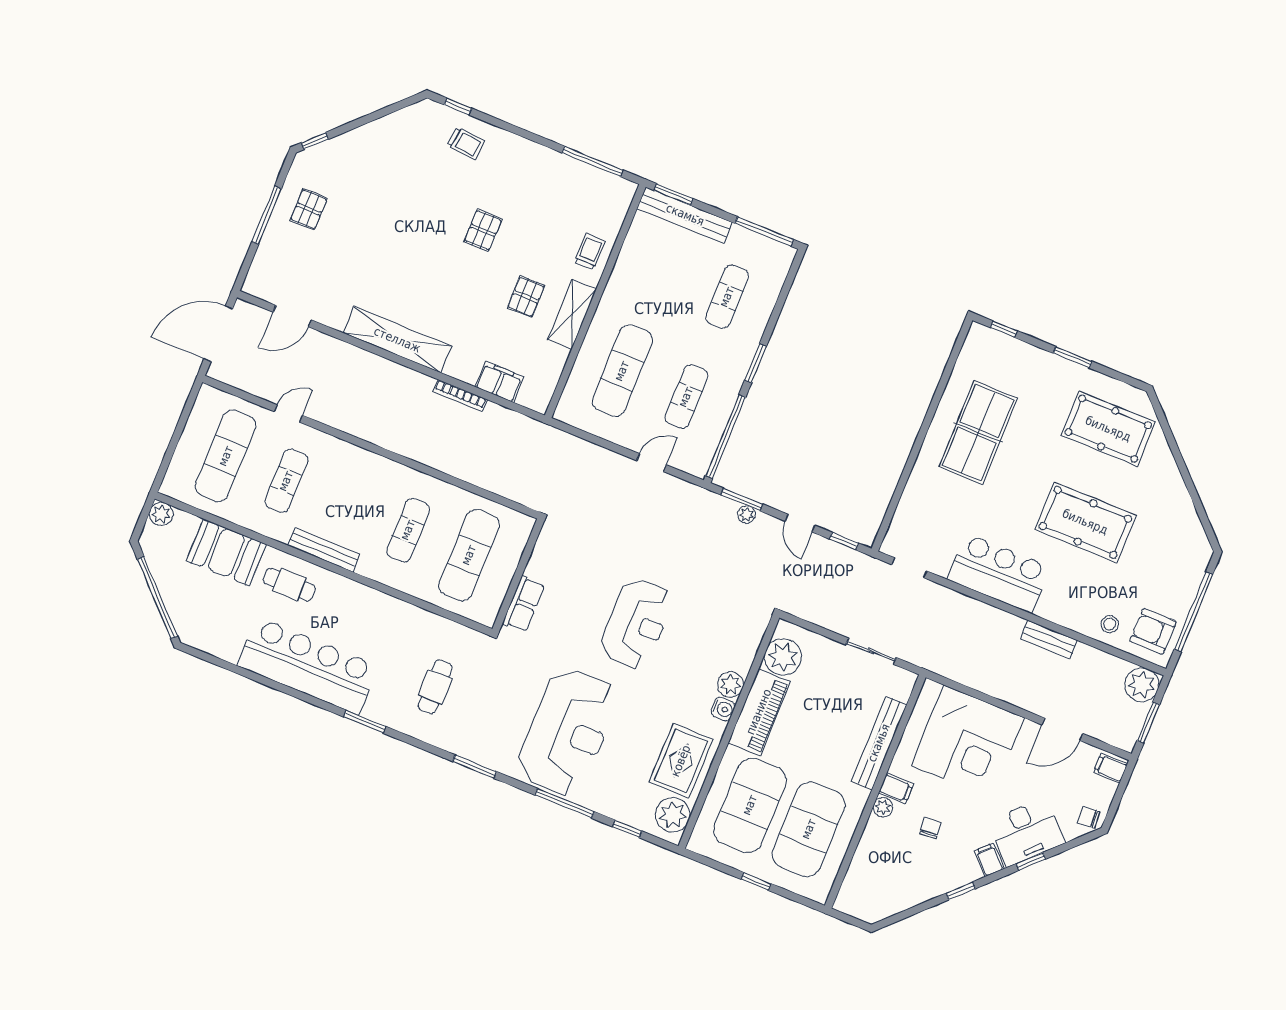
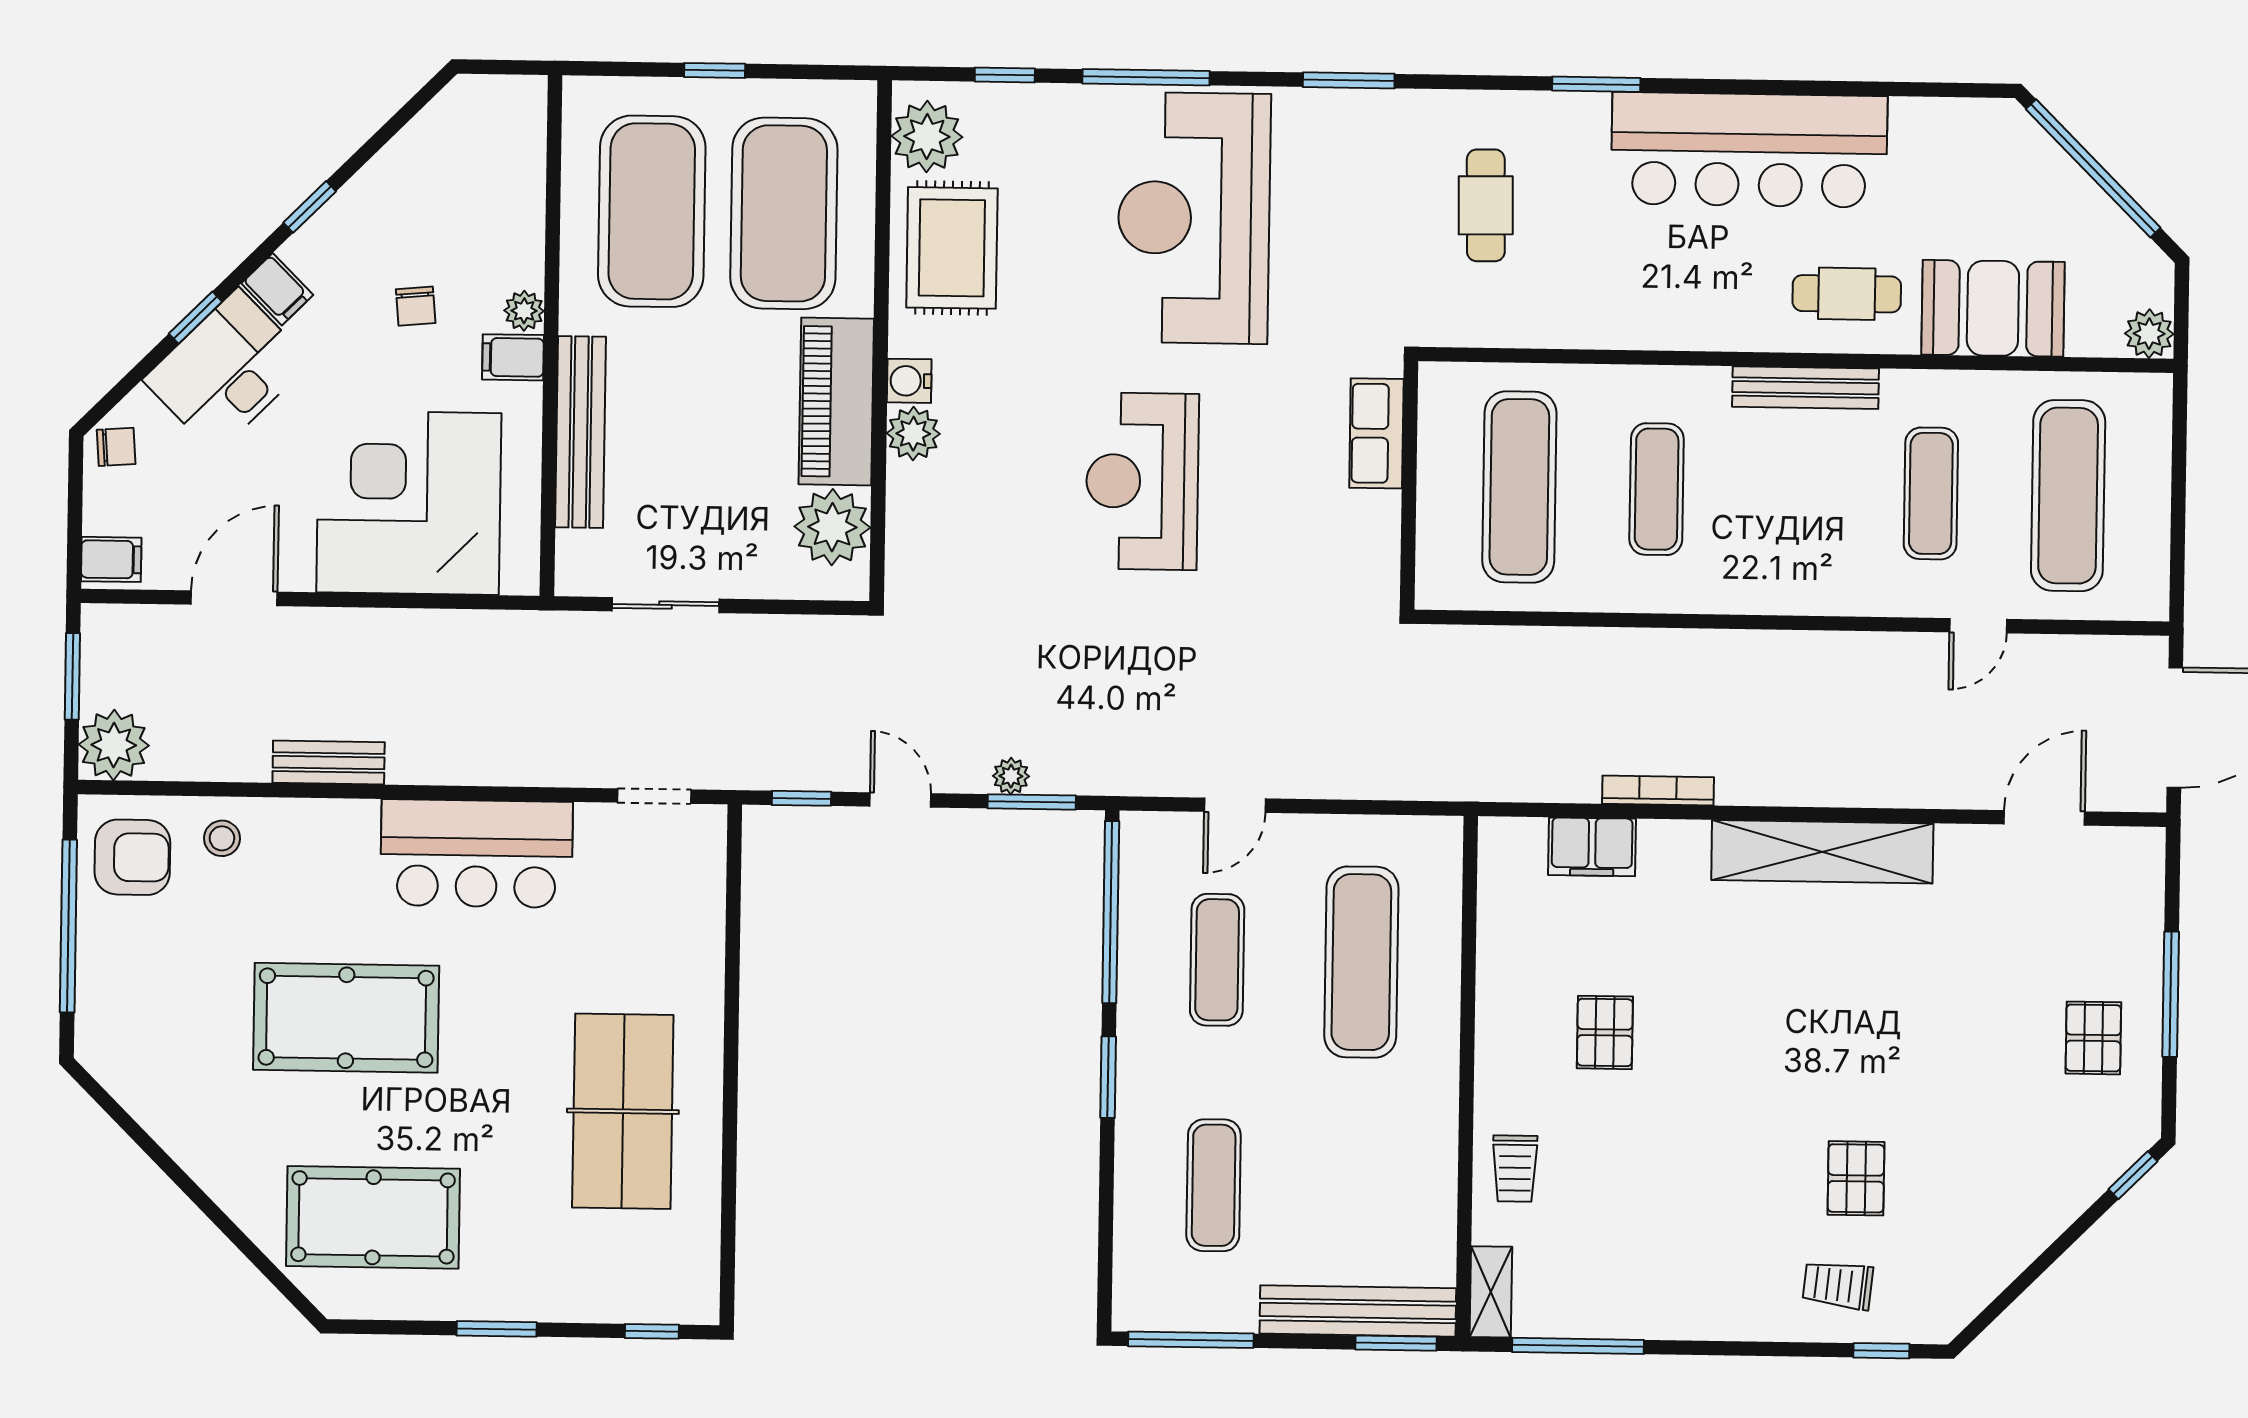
pallet: (483, 230) -> (1856, 1178), moved
shelving: (572, 314) -> (1491, 1292), moved, width x0.67, depth x0.75

